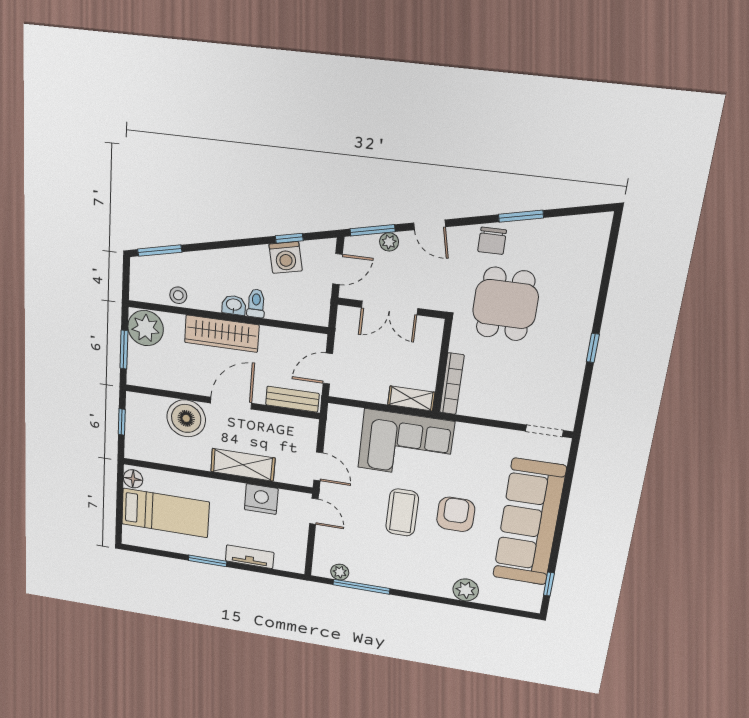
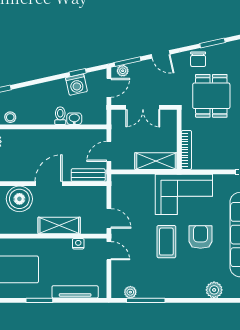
plant: (389, 242) -> (123, 71), moved
washbasin: (234, 305) -> (74, 119), moved
wardrobe: (222, 334) -> (40, 138), removed
shelving: (411, 398) -> (156, 161), width x1.50, depth x1.33
corner sofa: (406, 445) -> (184, 194), moved
nightstand: (261, 499) -> (78, 244), width x0.53, depth x0.56
tv unit: (250, 557) -> (75, 292), width x1.41

